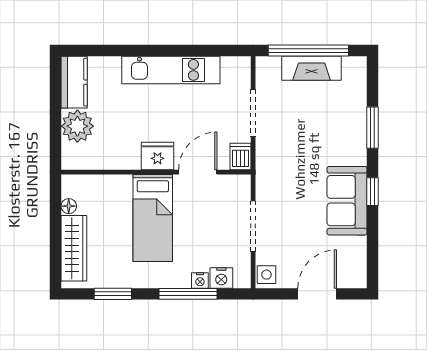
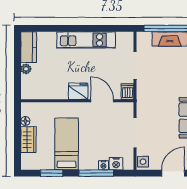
plant: (77, 126) -> (26, 69), width x0.53, depth x0.53
door: (198, 172) -> (102, 101), hinge flipped
bed: (153, 218) -> (67, 144), moved, turned 180
wardrobe: (74, 248) -> (28, 140), width x0.67

